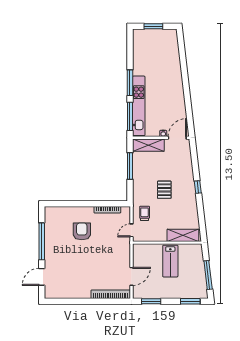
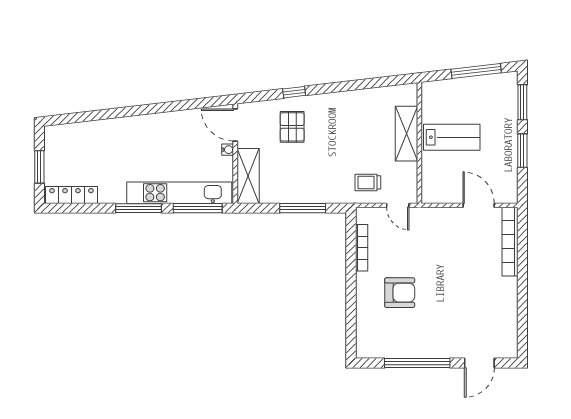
locker: (137, 44) -> (71, 195), added
window: (130, 166) -> (303, 208), moved
window: (198, 187) -> (294, 92), moved
pallet: (164, 190) -> (292, 127), moved, turned 90
armchair: (82, 231) -> (400, 293), turned 180
shelving: (183, 235) -> (407, 134), moved
door: (42, 277) -> (479, 363), hinge flipped
window: (151, 301) -> (522, 151), moved

